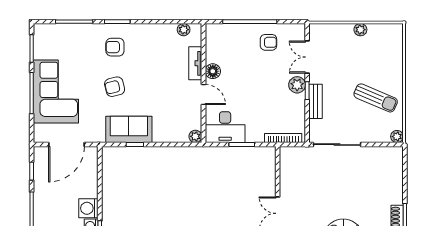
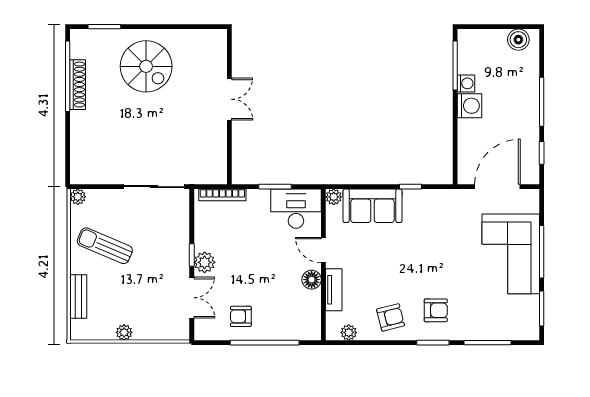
armchair: (115, 87) -> (391, 317), moved
bench: (316, 101) -> (78, 296), moved
sofa: (129, 129) -> (372, 206), moved

